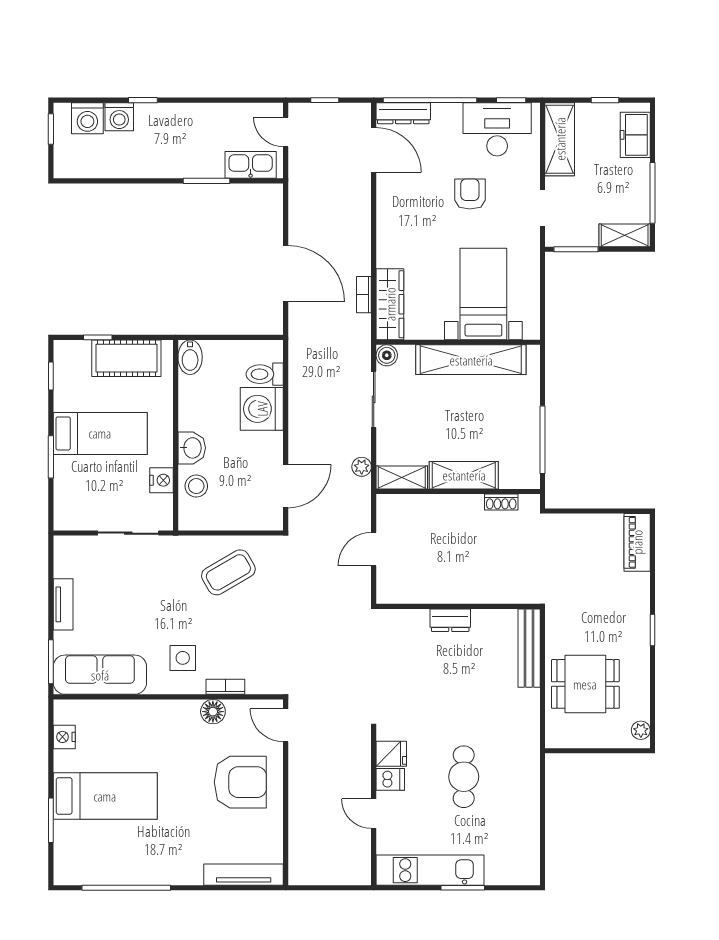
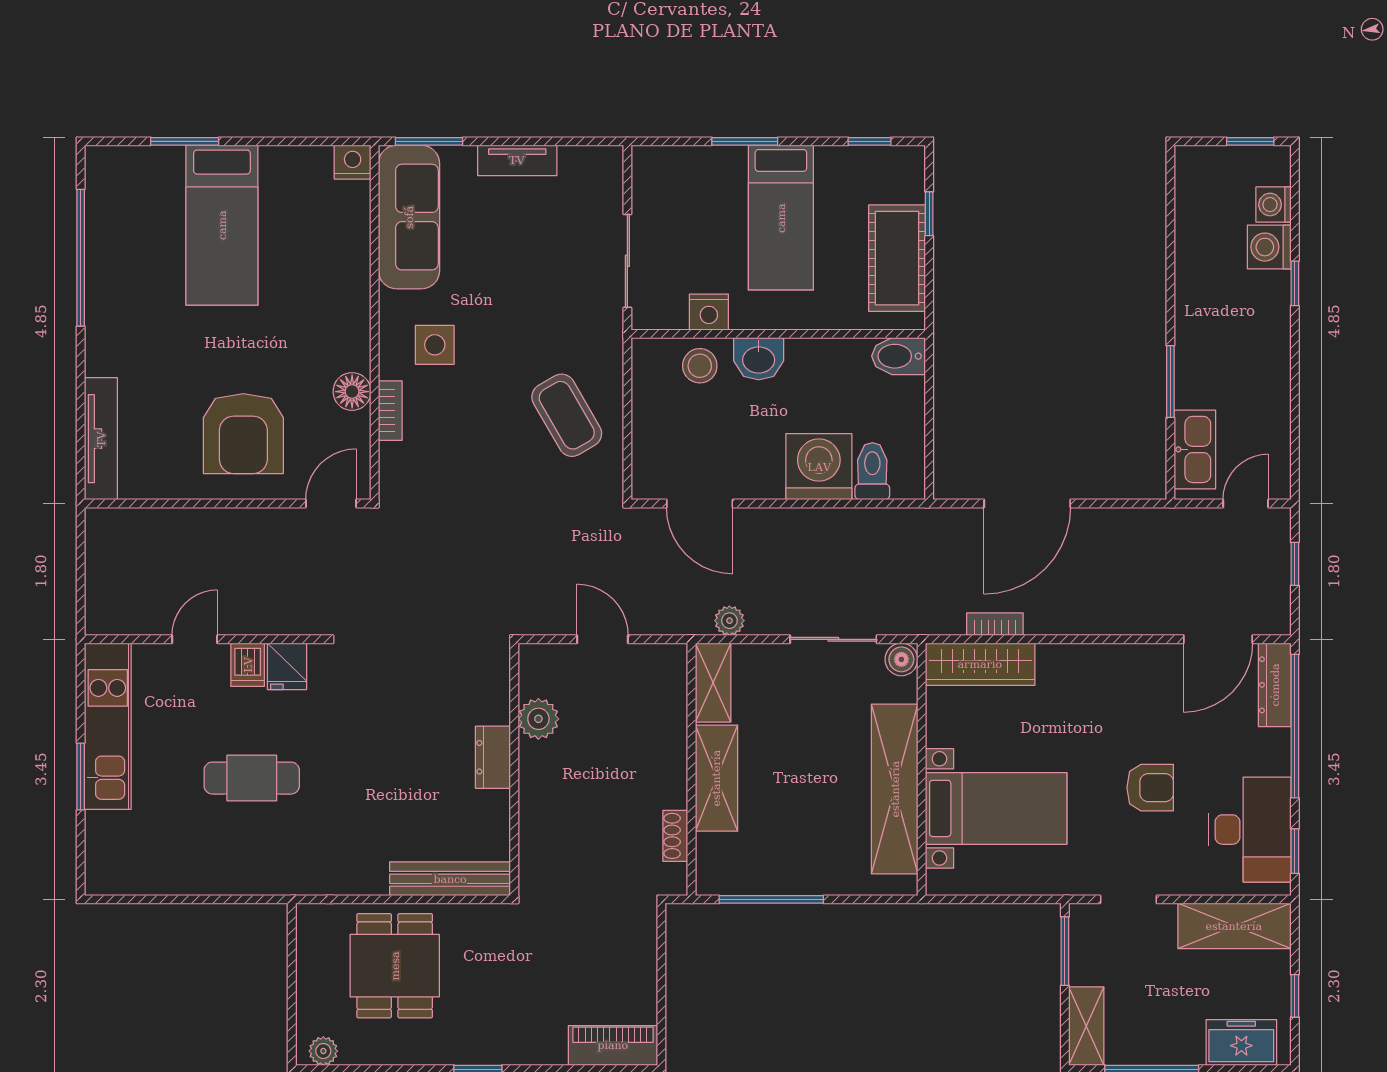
washing machine: (87, 118) -> (1274, 205), width x0.73, depth x0.73
plant: (425, 591) -> (538, 719), added
nightstand: (64, 737) -> (353, 162), moved

